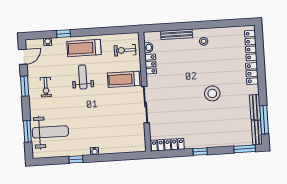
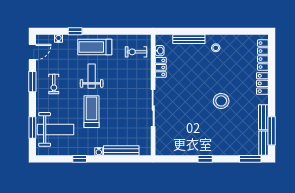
treadmill: (124, 79) -> (92, 112), moved, turned 90
locker: (168, 145) -> (173, 150), removed
bench: (117, 149) -> (121, 150), added

